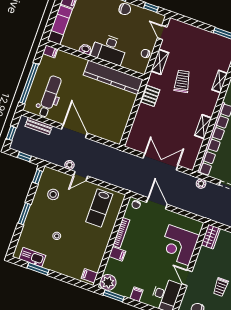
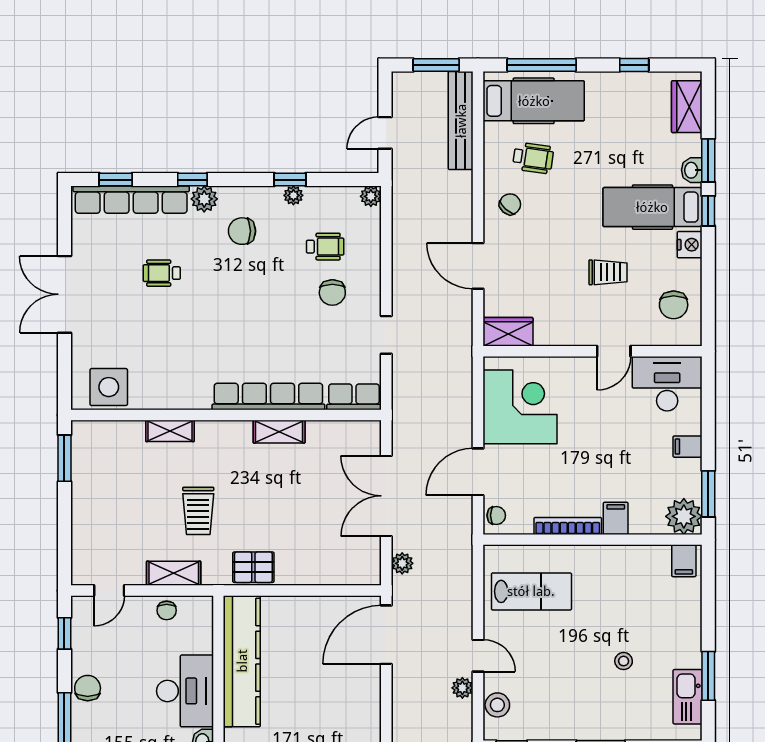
trolley: (182, 81) -> (198, 511), turned -79
door: (74, 131) -> (386, 635), moved
plant: (201, 184) -> (402, 563), moved
stool: (53, 194) -> (497, 705), moved
corner desk: (179, 245) -> (520, 407), moved, turned -90

